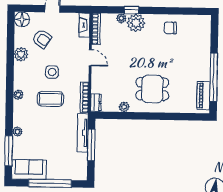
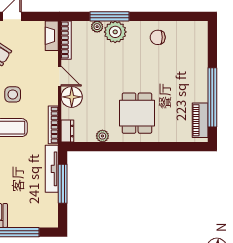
window: (131, 10) -> (109, 16), width x2.17
floor lamp: (100, 75) -> (72, 97), added
dining table: (152, 89) -> (137, 113), turned 90

